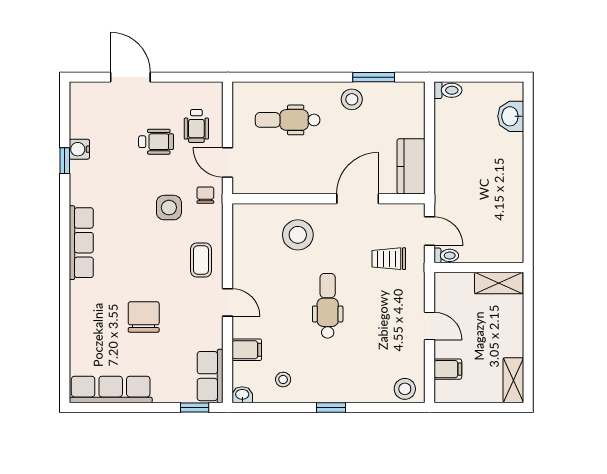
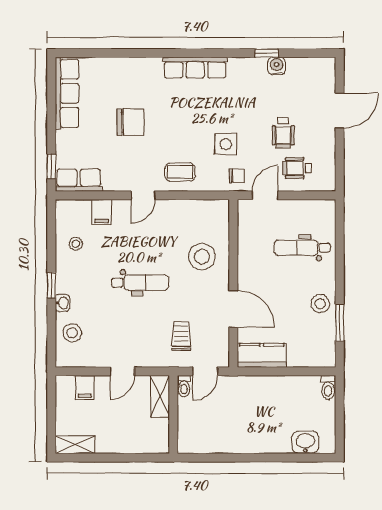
dental chair: (288, 120) -> (302, 248), turned -90
shelving: (499, 283) -> (160, 397), moved
stool: (405, 389) -> (72, 333), moved
washbasin: (242, 395) -> (62, 303), moved

